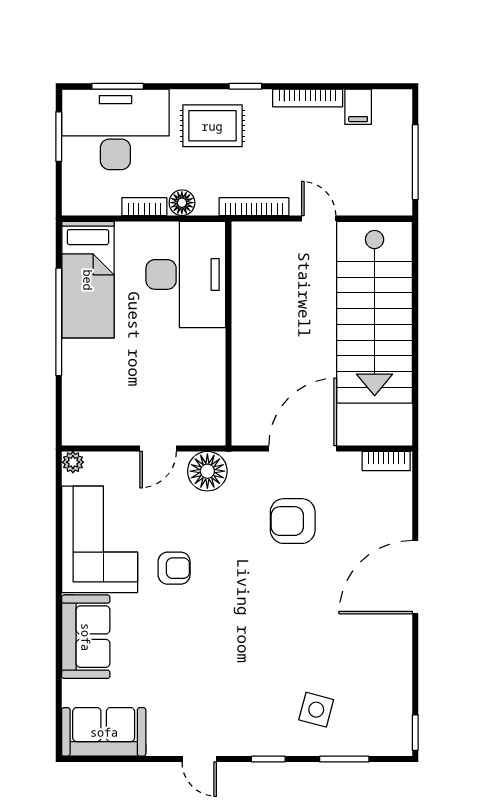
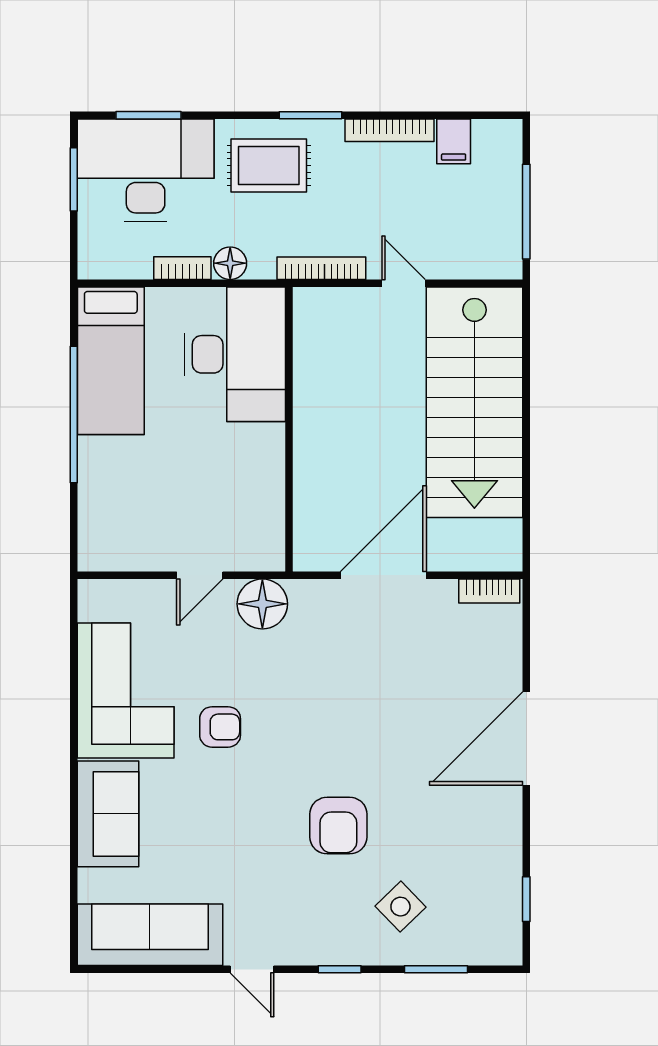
window: (245, 86) -> (311, 115), width x1.50
plant: (73, 462) -> (92, 592), removed
armchair: (293, 521) -> (338, 826), moved, turned -90
side table: (316, 710) -> (400, 907), turned 31
sofa: (104, 732) -> (150, 935), width x1.36
window: (415, 733) -> (526, 899), moved

